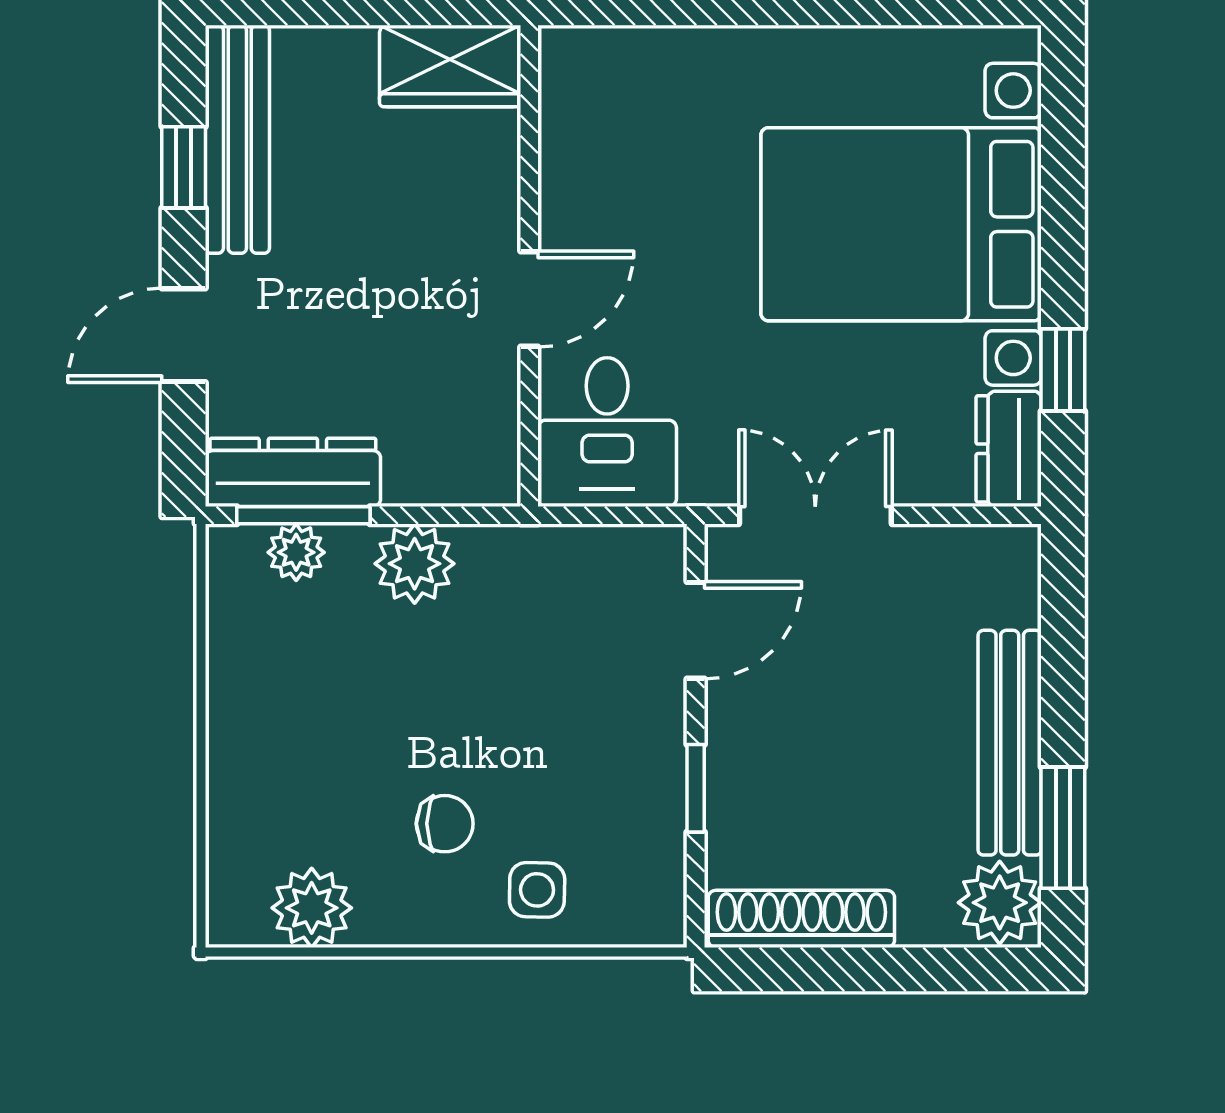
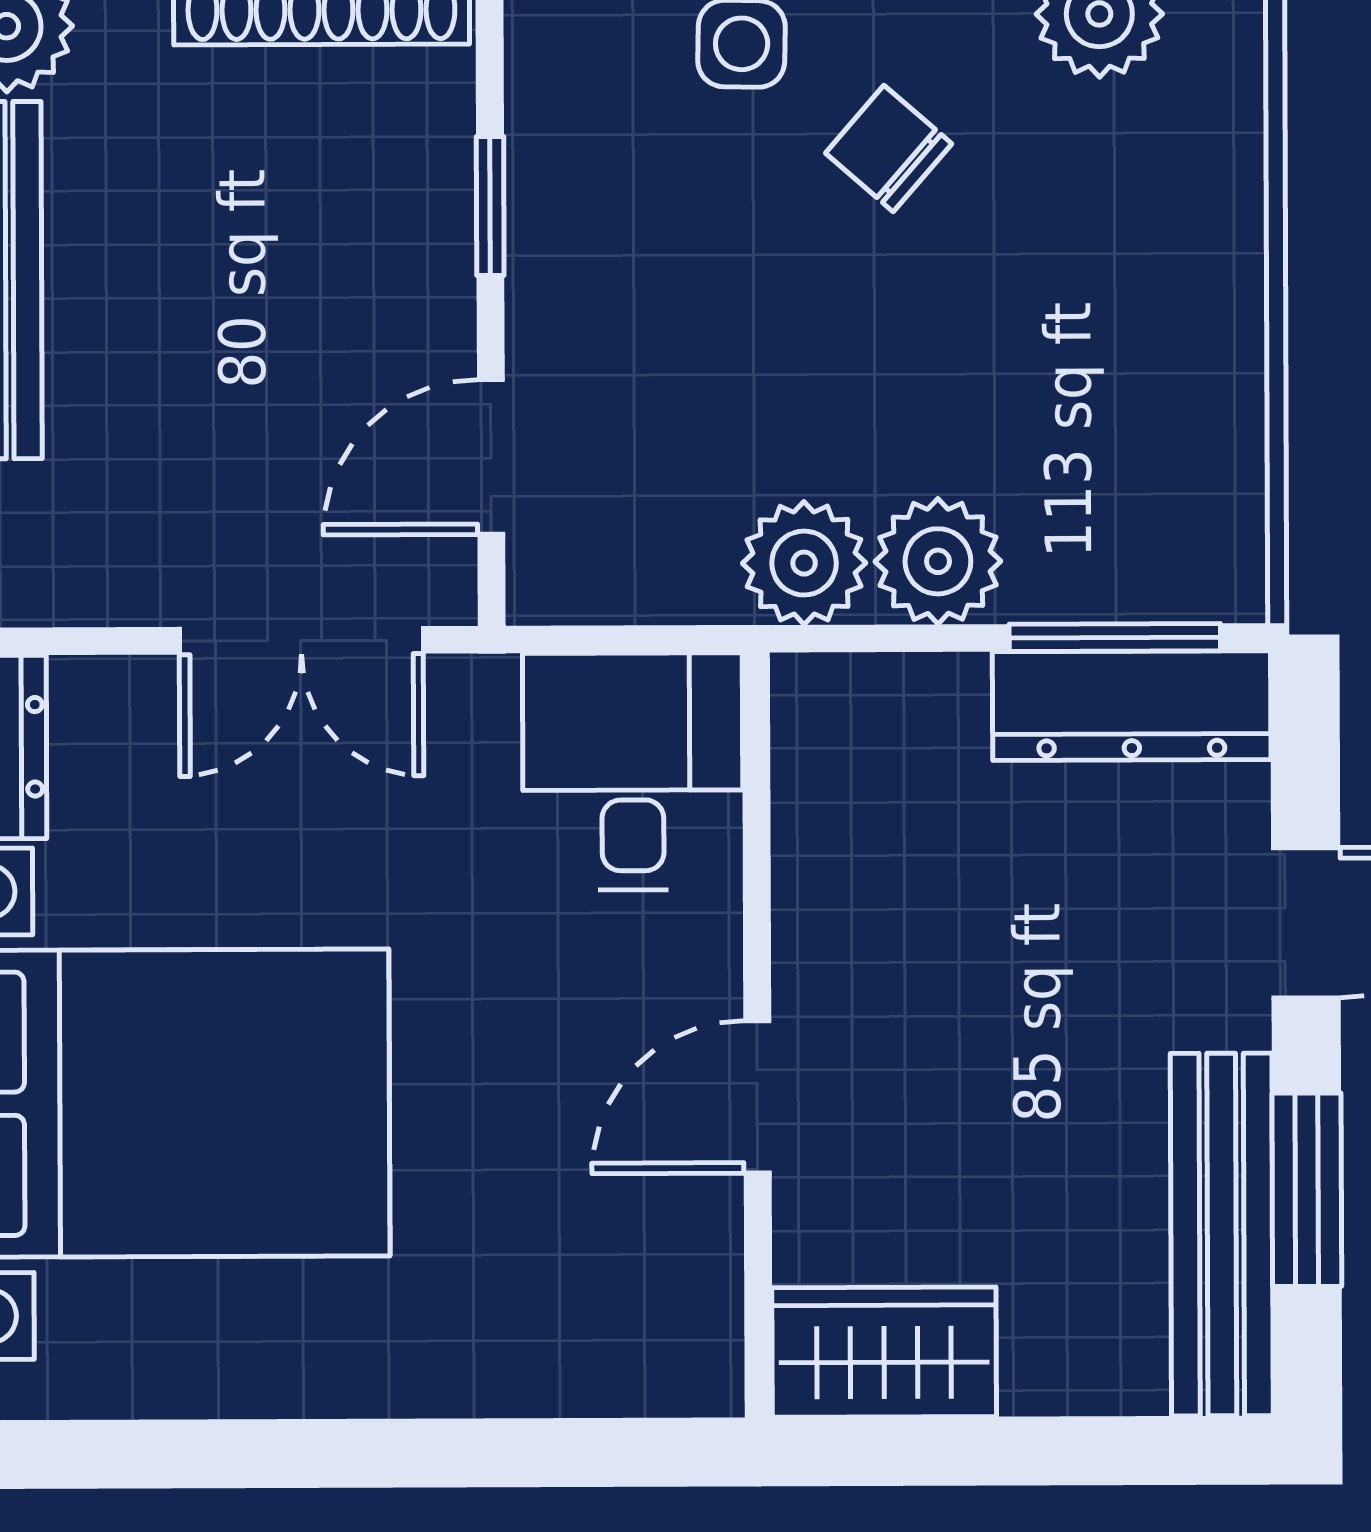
window: (184, 167) -> (1307, 1190), width x1.50
door: (529, 299) -> (757, 1097), moved
plant: (296, 552) -> (804, 563), moved, width x1.38, depth x1.38
chair: (445, 824) -> (889, 148), turned 41

